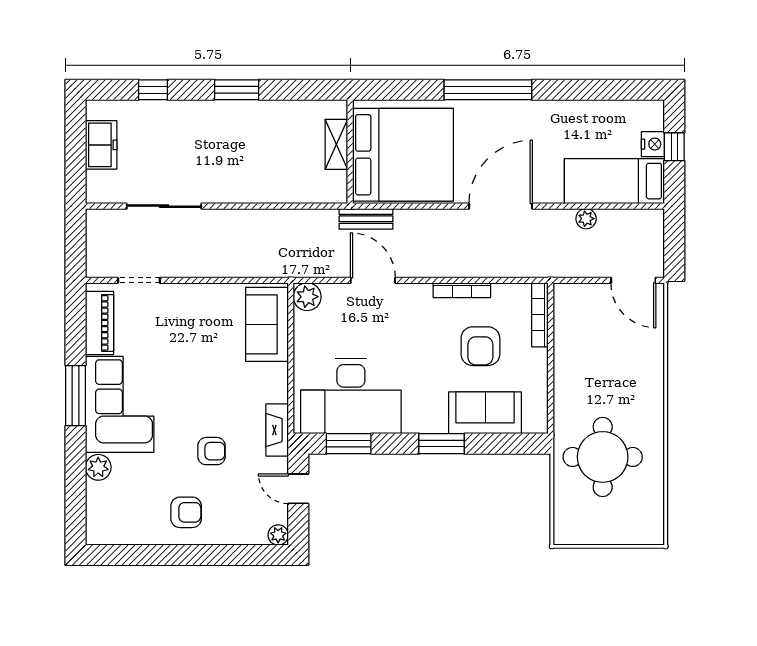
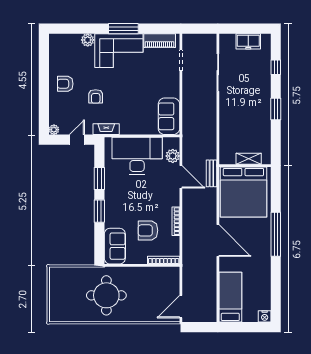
nightstand: (653, 144) -> (265, 316), moved
window: (674, 147) -> (247, 327), removed
plant: (586, 219) -> (212, 283), removed
door: (373, 280) -> (181, 177), hinge flipped
plant: (307, 297) -> (173, 156), moved
sofa: (267, 324) -> (169, 116), moved, turned -90
desk: (351, 396) -> (137, 156), moved, turned 90
sofa: (485, 413) -> (115, 246), moved
window: (349, 444) -> (99, 179), moved
round table: (603, 457) -> (106, 295), moved
armchair: (186, 512) -> (65, 84), turned 90

